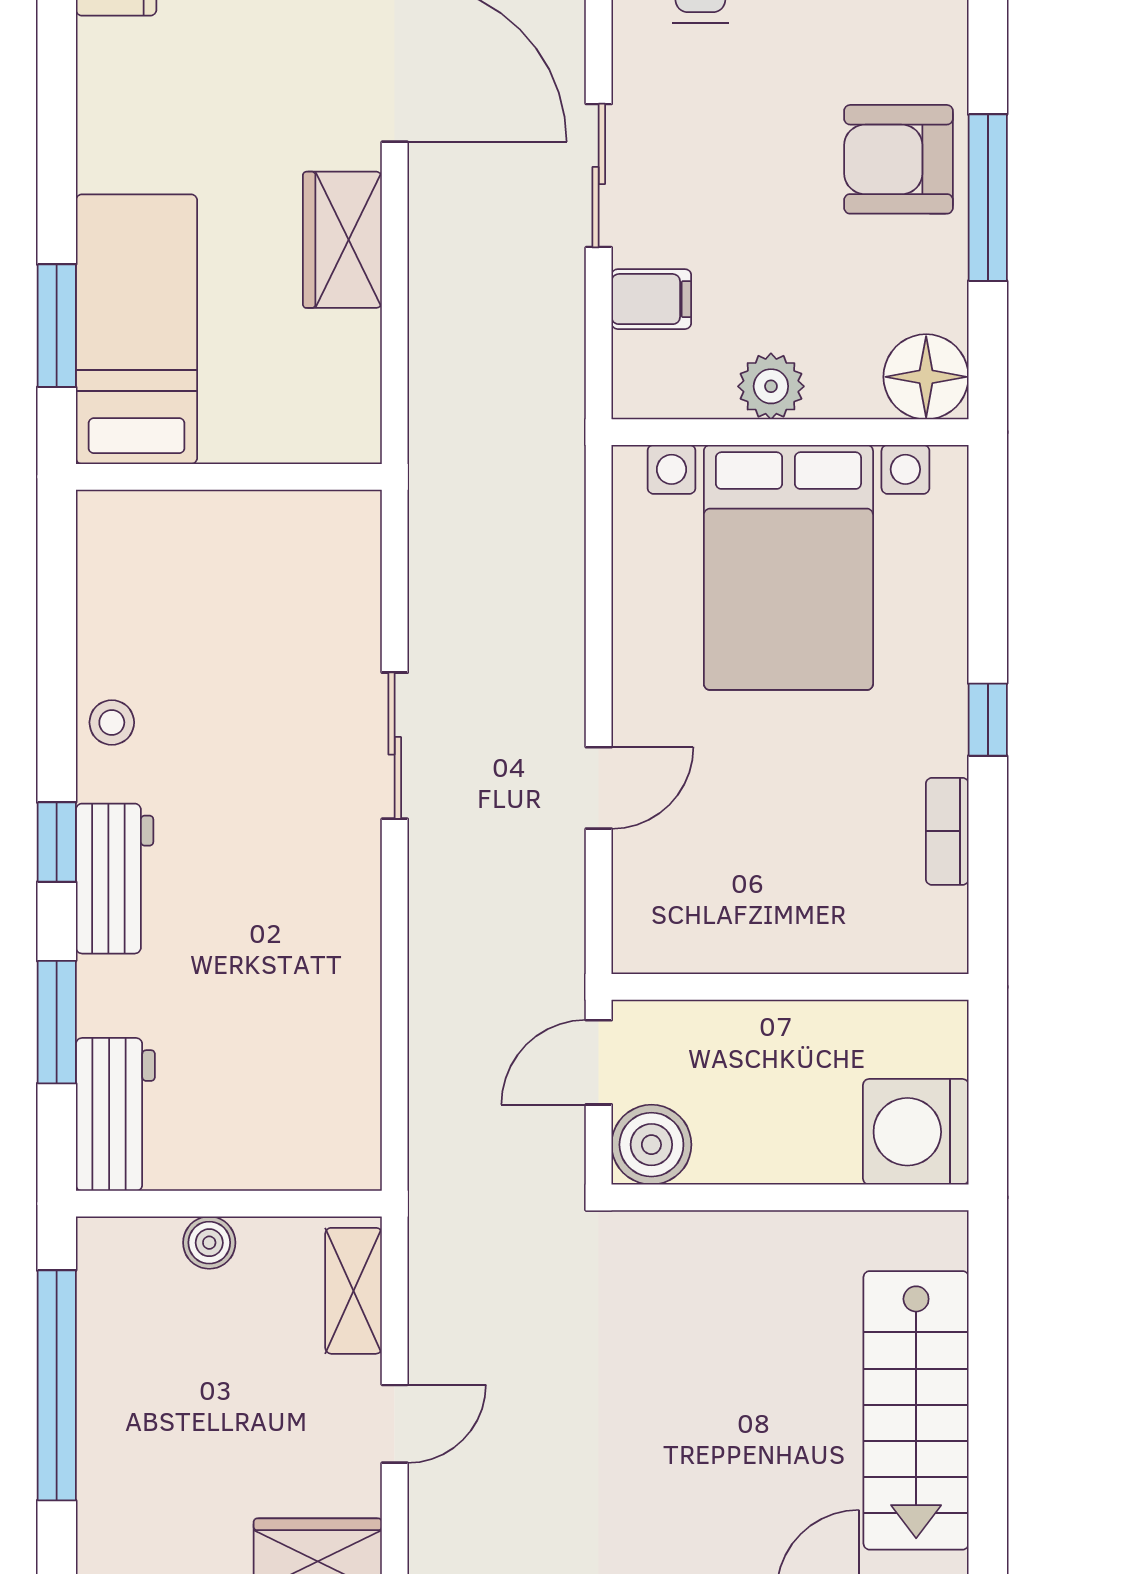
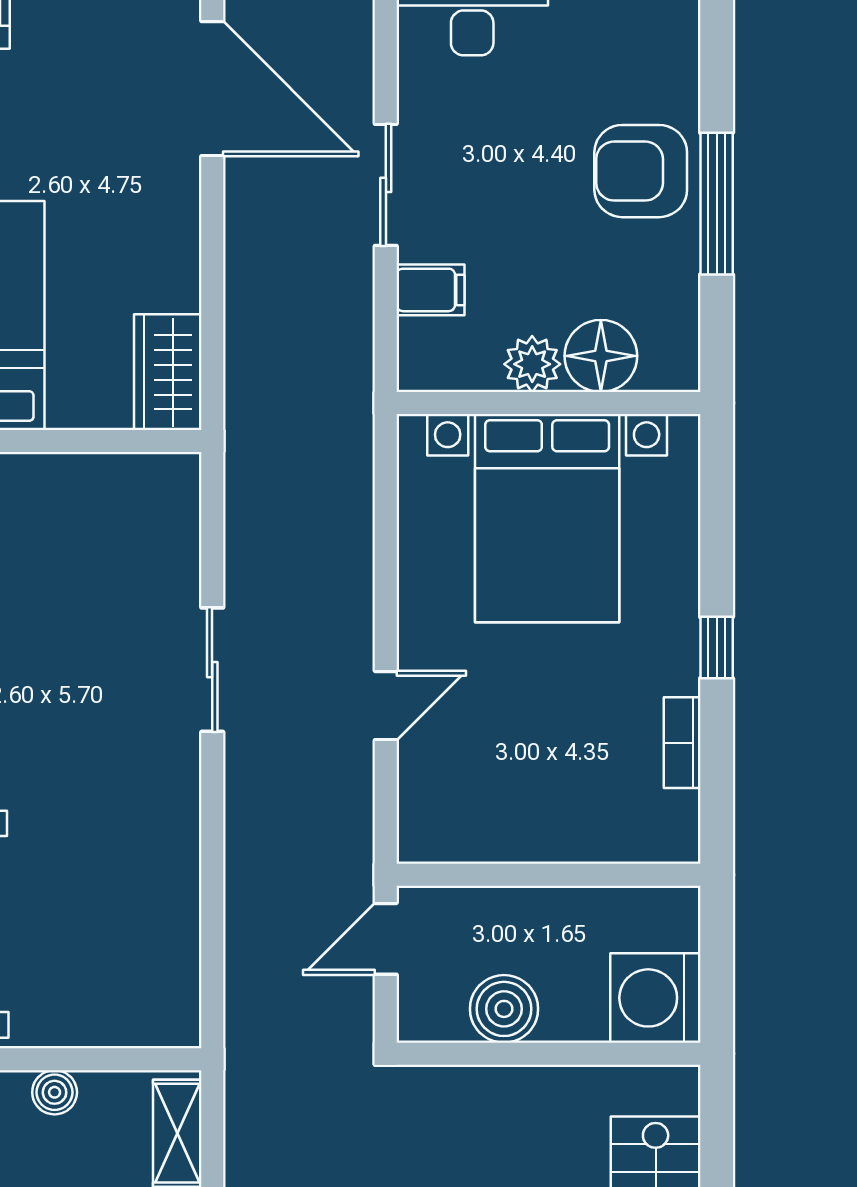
wardrobe: (342, 240) -> (168, 372), moved
floor lamp: (926, 377) -> (601, 356), moved
boiler: (651, 1145) -> (504, 1009), moved

